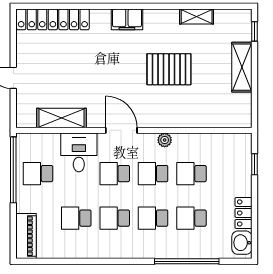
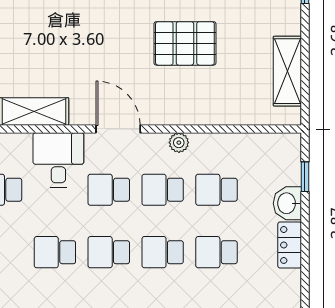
shelving: (242, 67) -> (287, 71), moved
washbasin: (242, 243) -> (287, 203), moved

